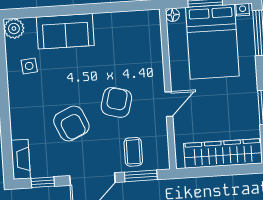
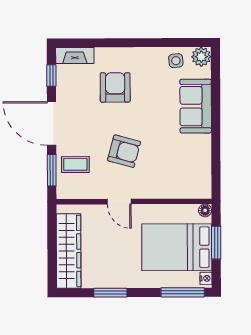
side table: (29, 66) -> (176, 61), moved
armchair: (71, 124) -> (115, 87), moved, turned 114

